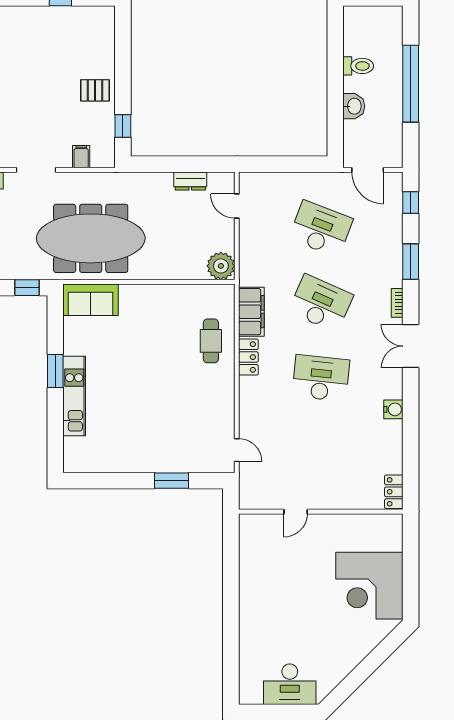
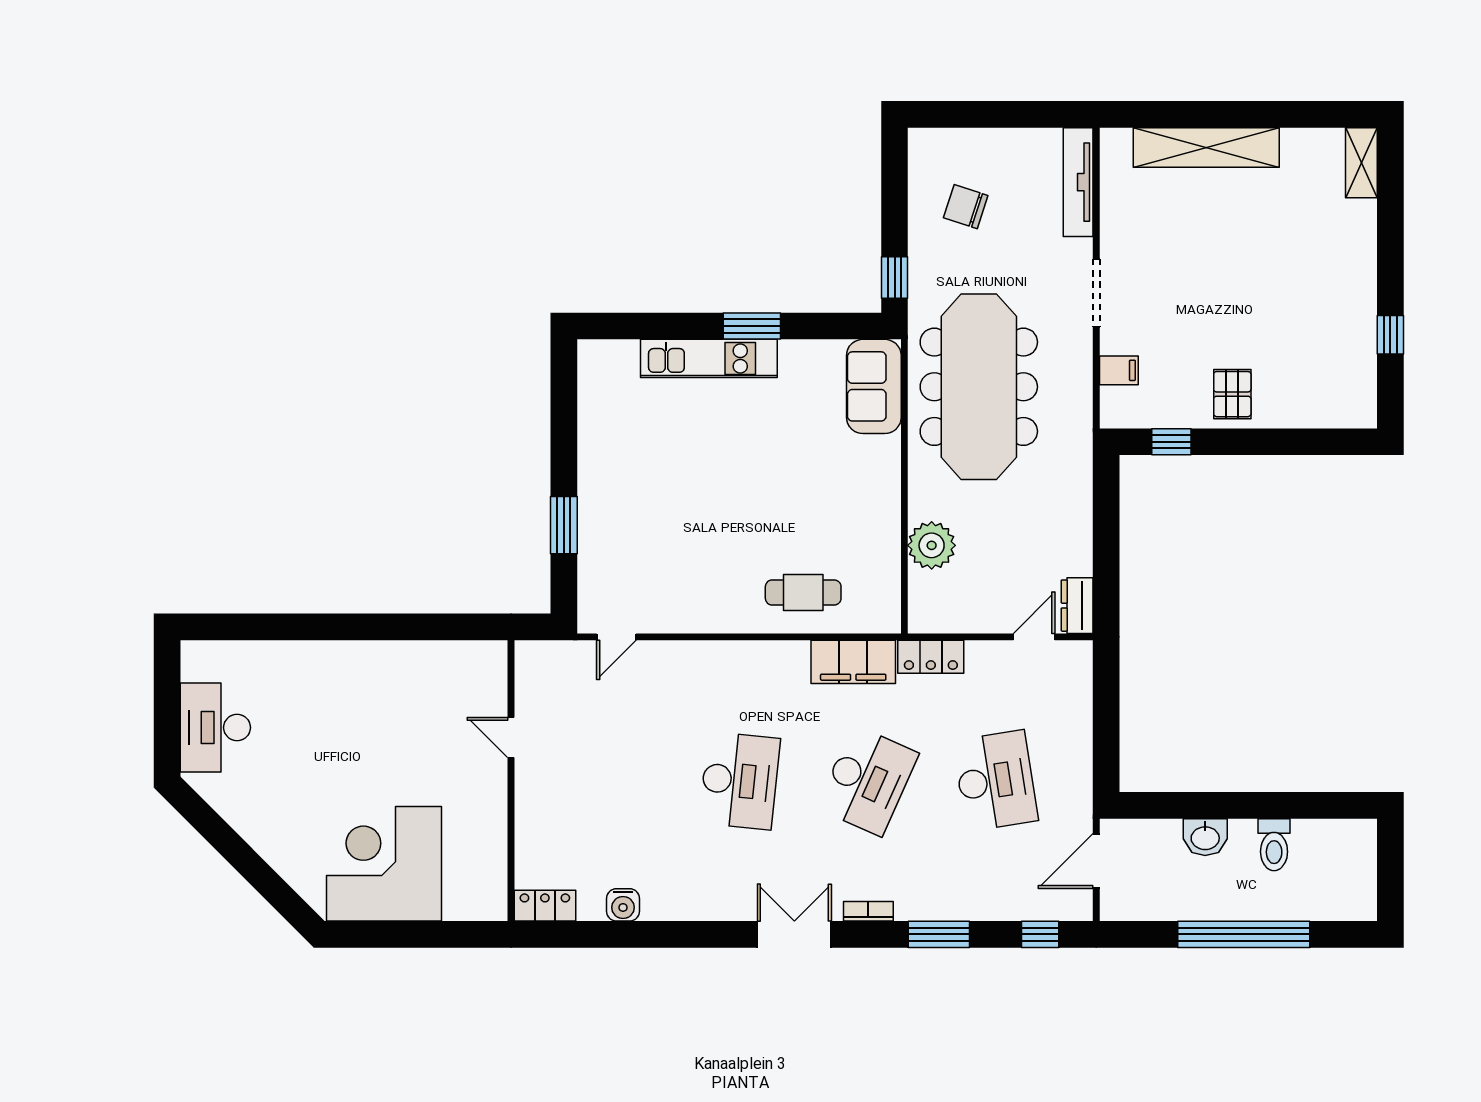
dresser: (190, 181) -> (1077, 606), moved
desk: (321, 229) -> (995, 781), turned -30
plant: (221, 266) -> (932, 545), moved
locker: (248, 357) -> (931, 657), moved
water cooler: (393, 409) -> (623, 905), moved

